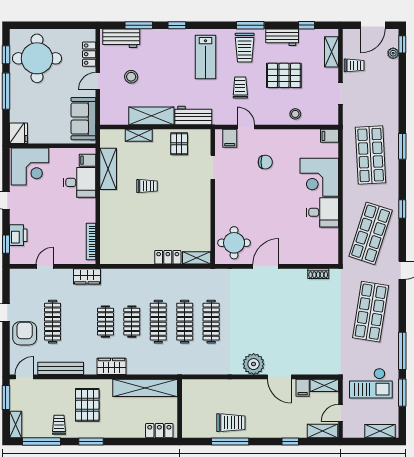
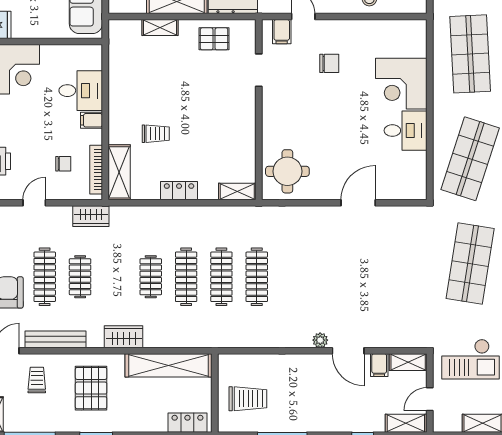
filing cabinet: (329, 136) -> (415, 28), removed
pallet: (179, 144) -> (214, 39), turned 90
filing cabinet: (88, 160) -> (92, 120), moved
shelving: (108, 169) -> (119, 172), moved
trolley: (147, 186) -> (156, 134), moved
chair: (66, 237) -> (63, 164), added
locker: (168, 257) -> (179, 191), moved
door: (266, 266) -> (358, 203), moved
shoe rack: (318, 274) -> (400, 212), removed
clothes rail: (105, 322) -> (80, 277), moved
plant: (254, 364) -> (320, 340), width x0.53, depth x0.53
trolley: (231, 423) -> (248, 399), moved
trolley: (59, 425) -> (37, 380), moved

